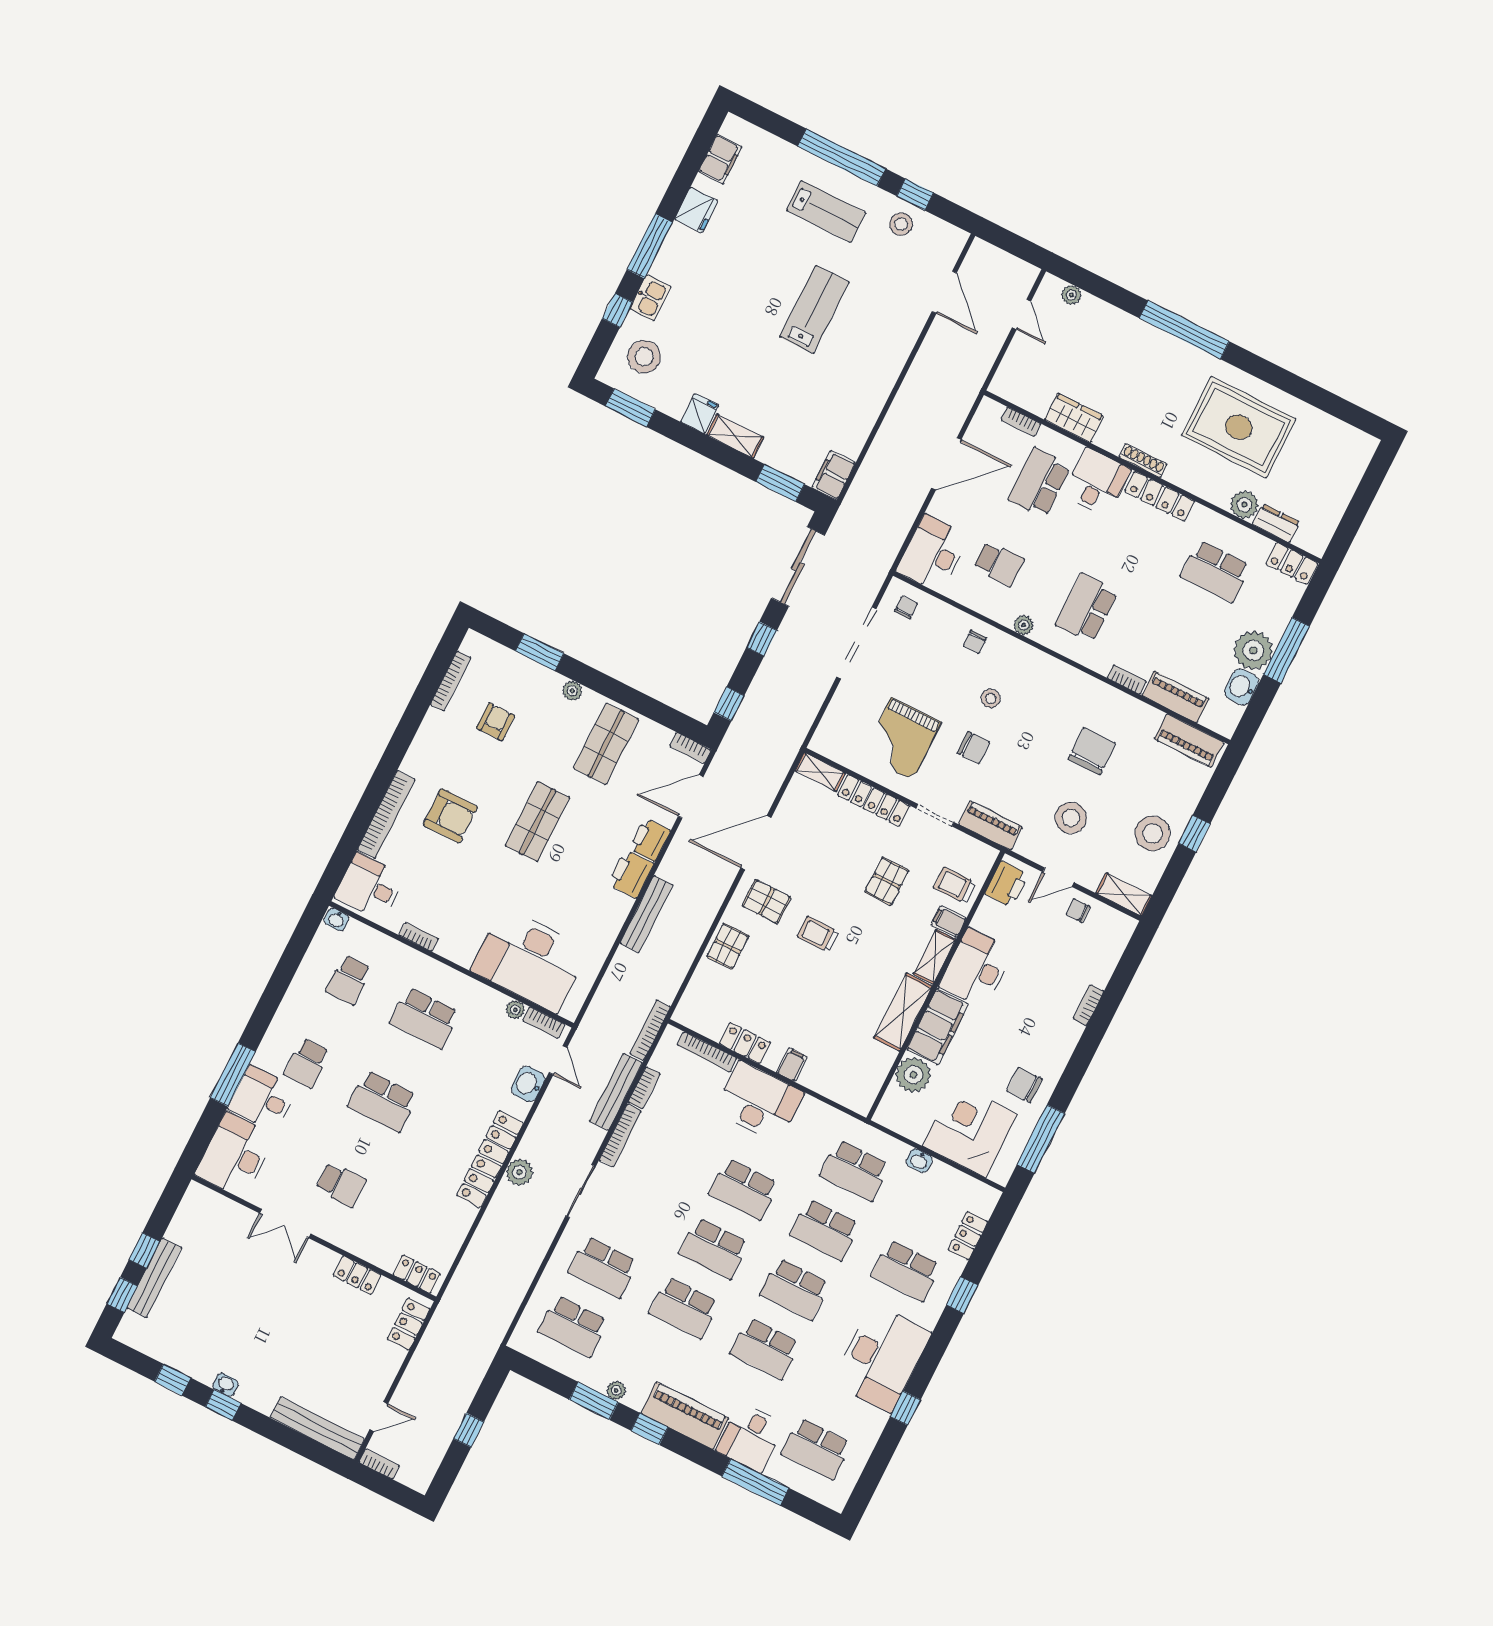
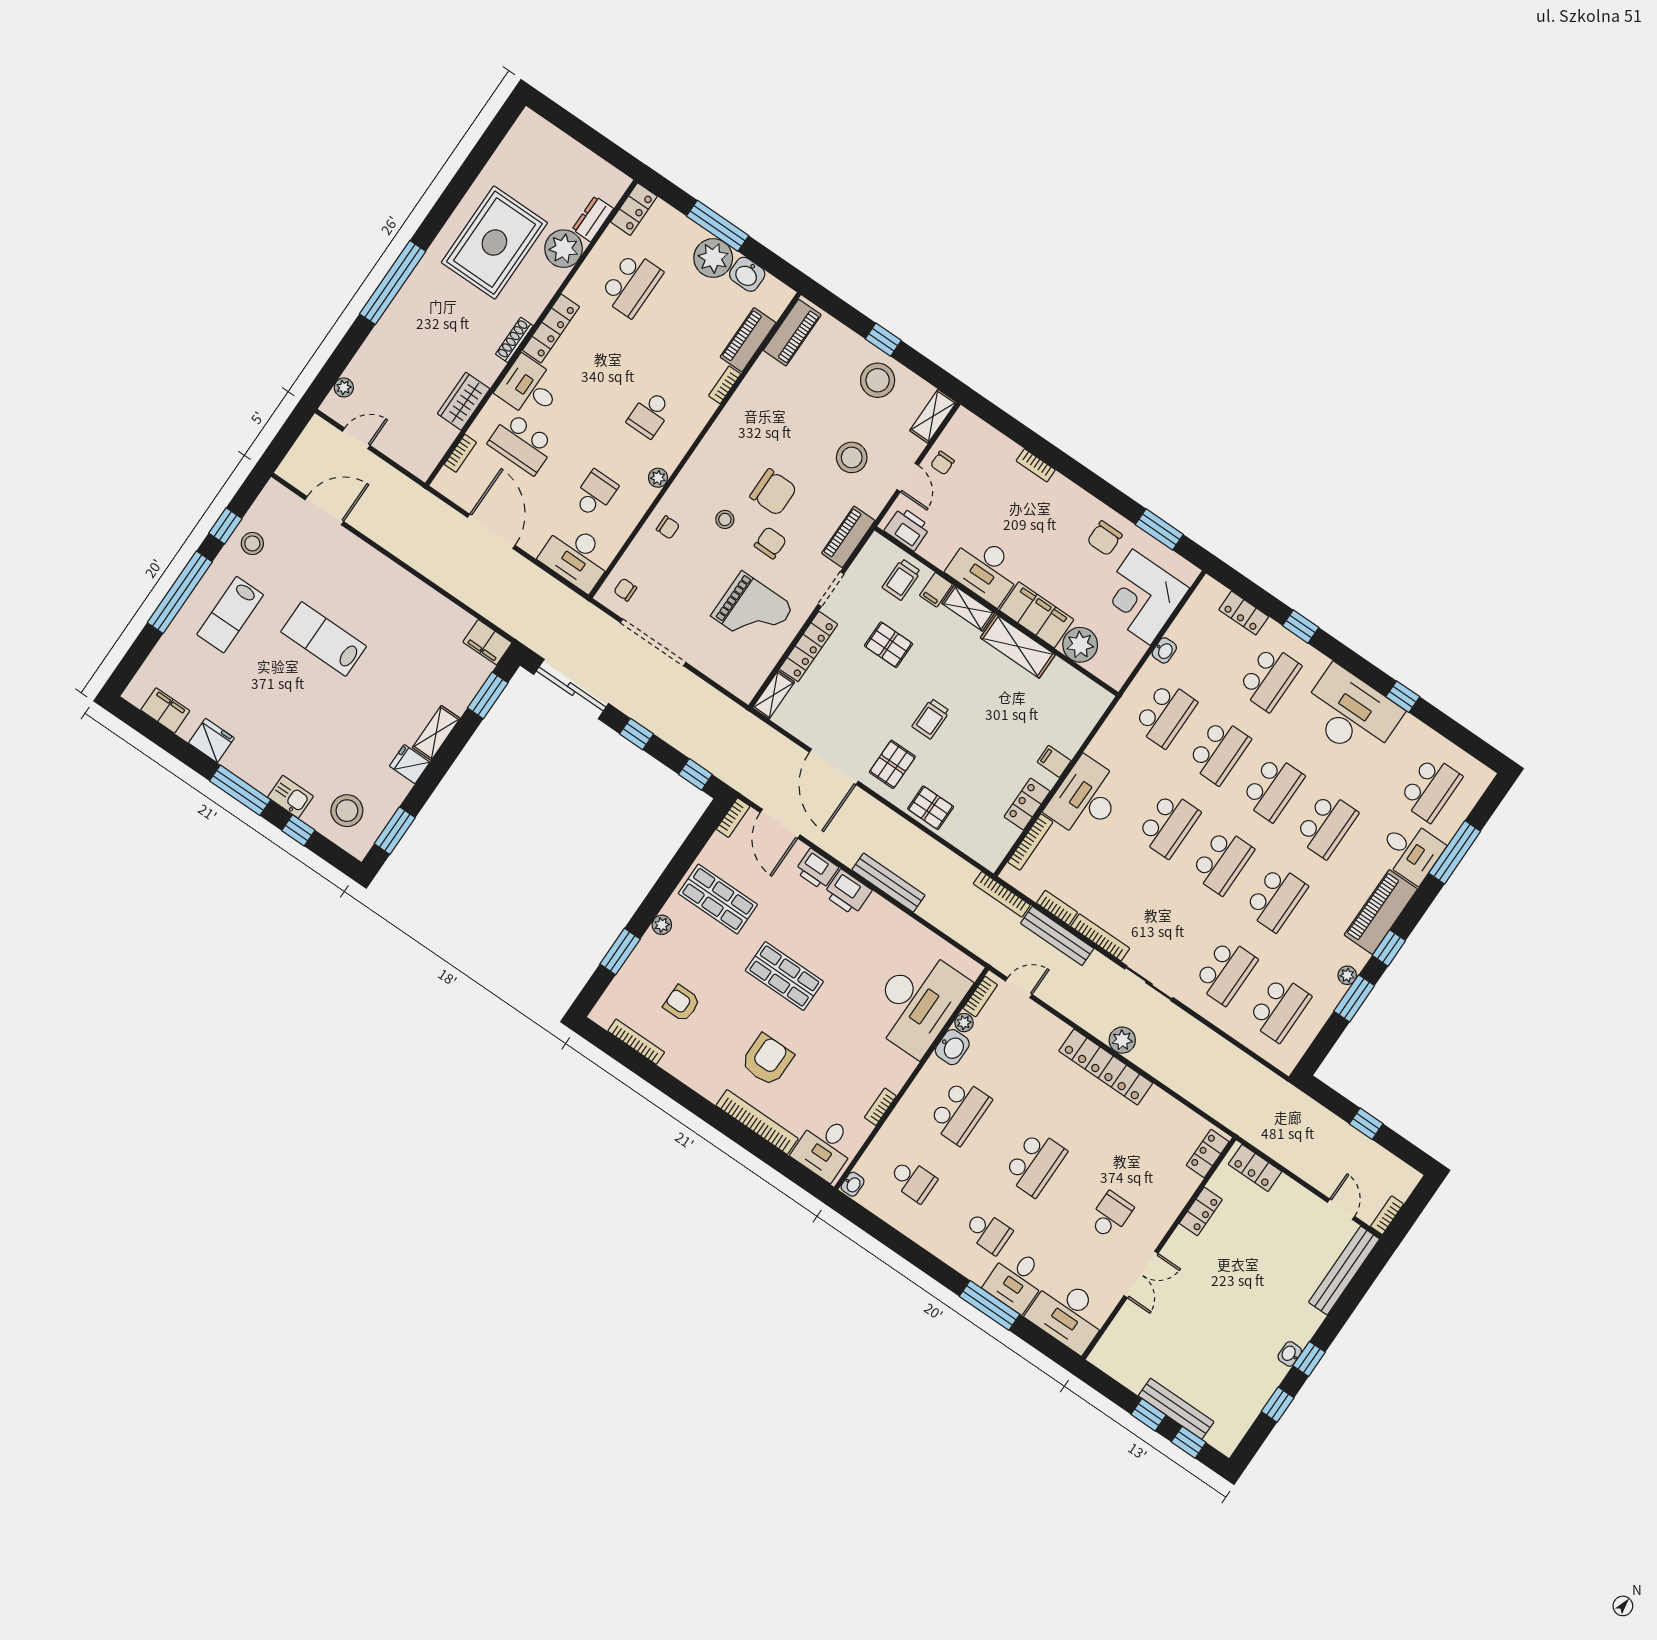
lab bench: (826, 212) -> (230, 615), turned 180
plant: (1244, 505) -> (564, 249), width x1.36, depth x1.36
school desk: (1087, 608) -> (650, 414), width x0.54
chair: (1092, 751) -> (773, 492), moved, turned 180
washbasin: (528, 1084) -> (952, 1047), moved, turned -90
window: (1041, 1139) -> (1159, 529), width x0.69

